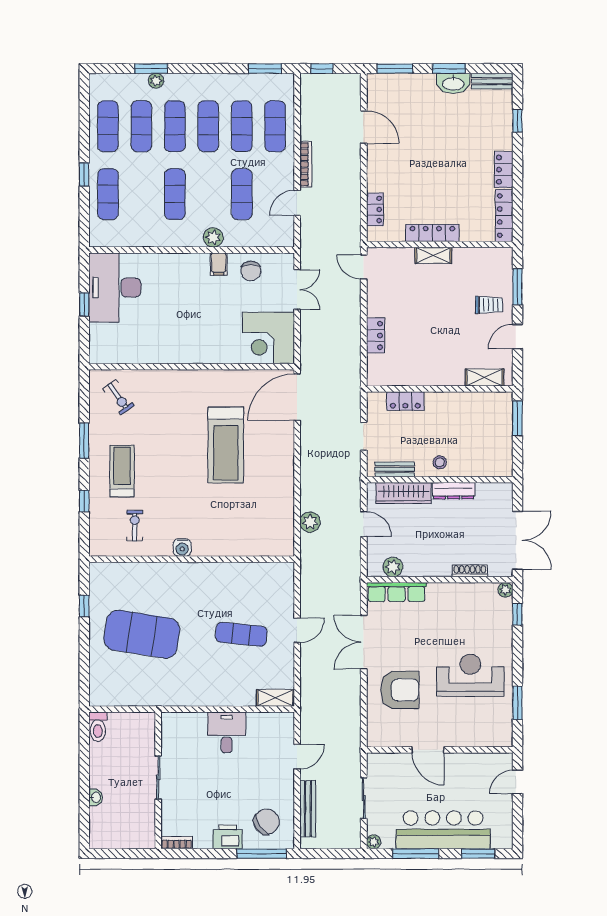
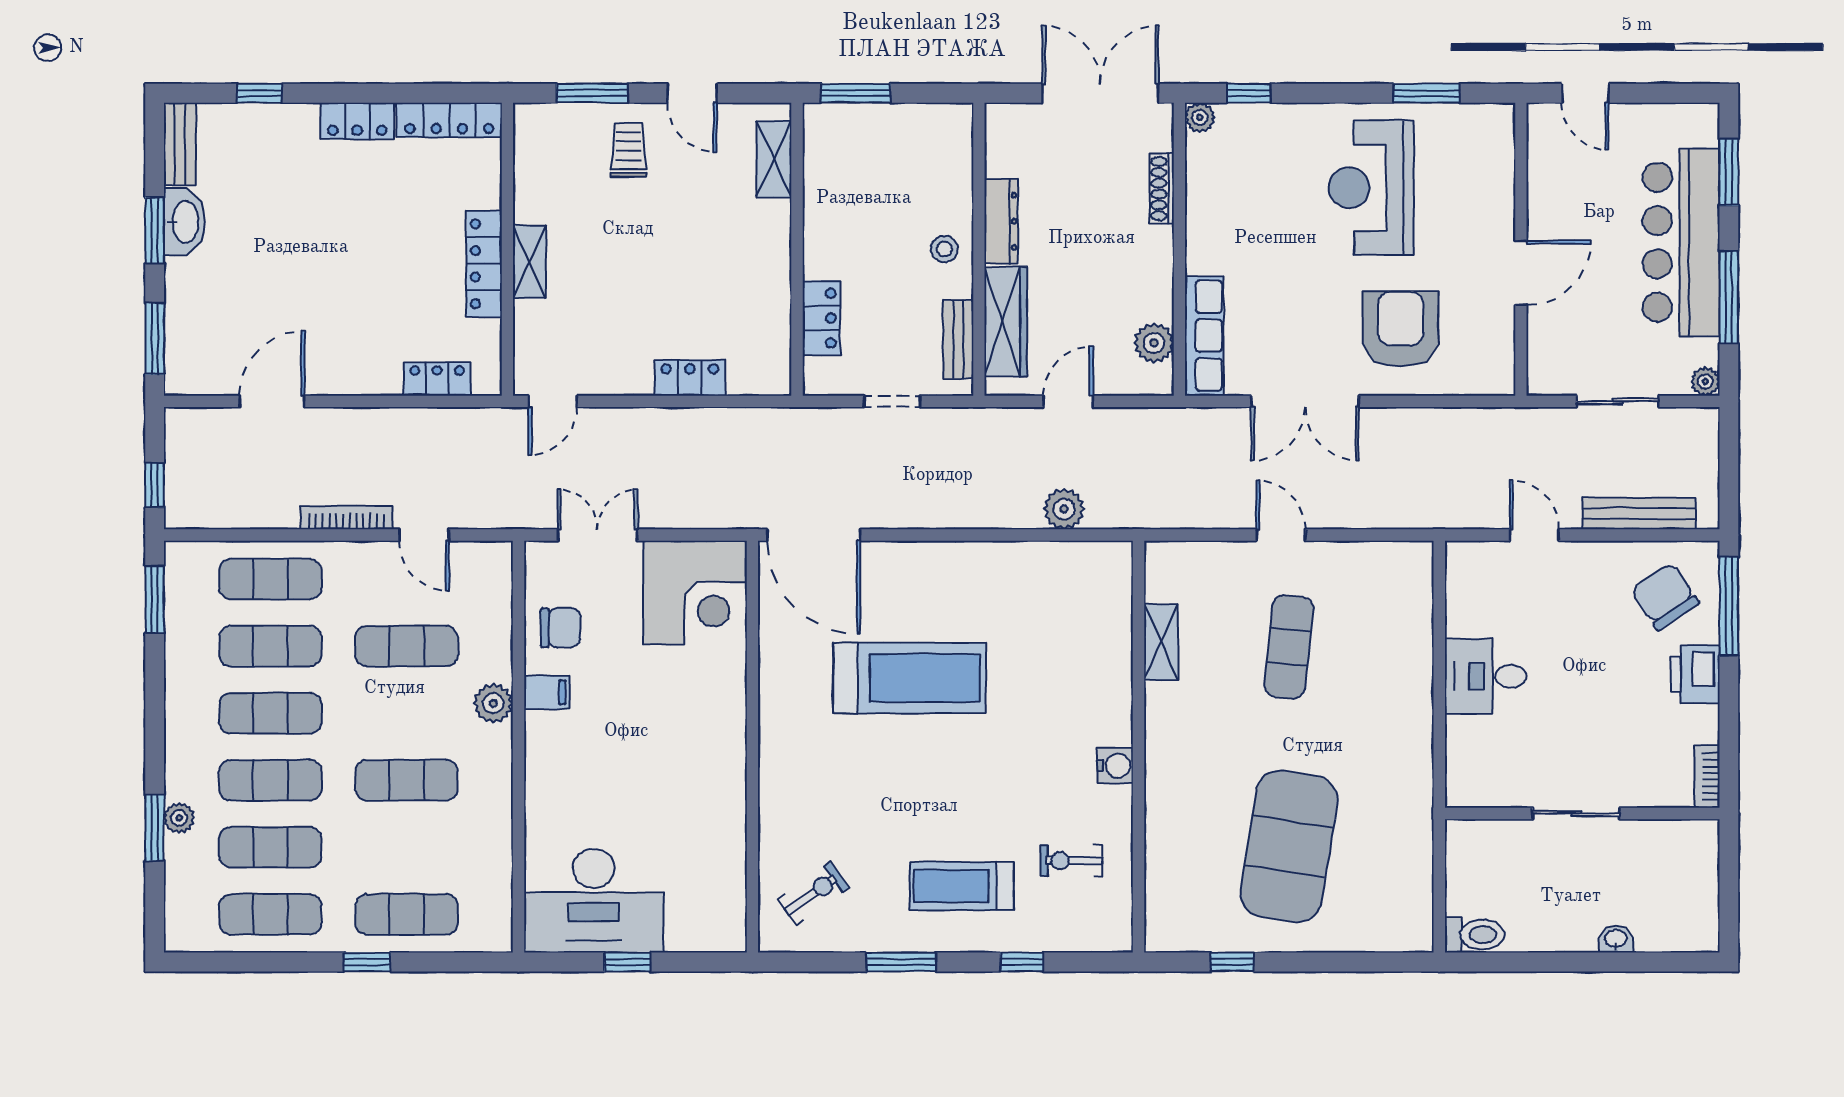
shelving: (275, 698) -> (1161, 642), moved

